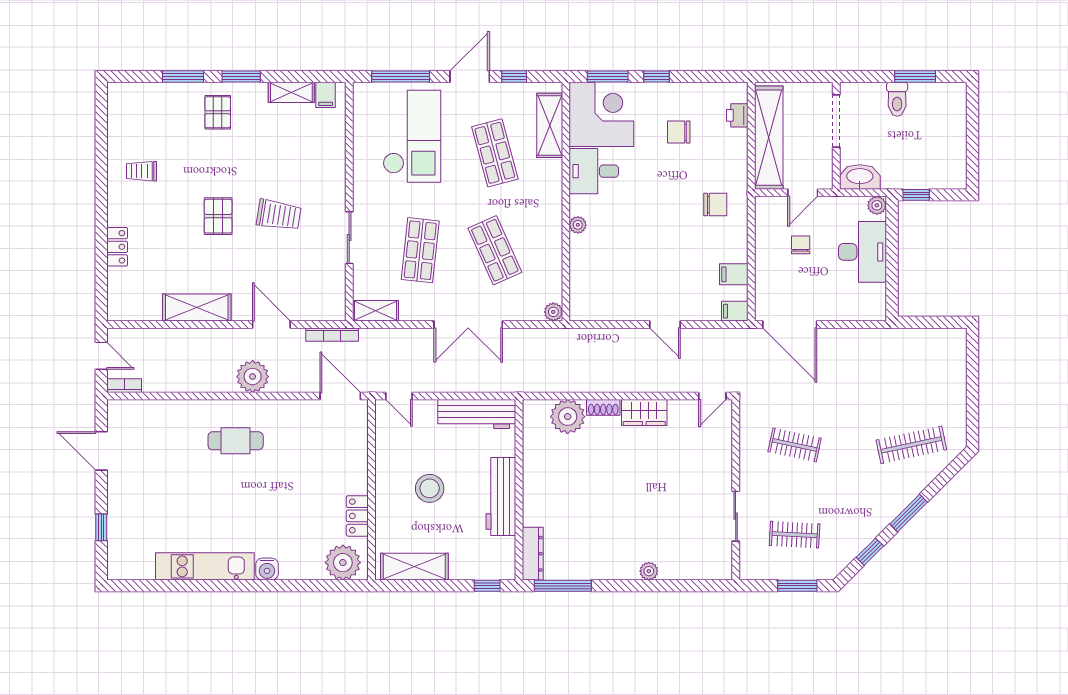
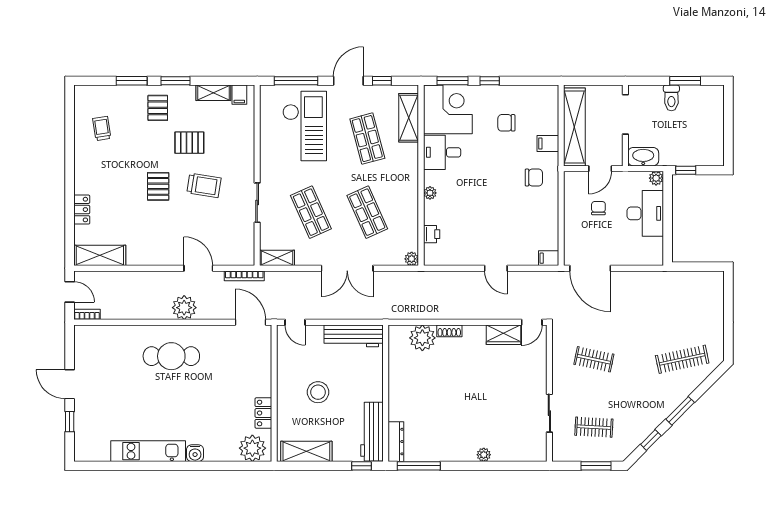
printer: (737, 115) -> (432, 234), moved, turned 180
pallet: (259, 158) -> (189, 143), added
trolley: (141, 171) -> (102, 128), moved, turned 81
shop shelf: (420, 250) -> (311, 212), turned -30
filing cabinet: (734, 274) -> (548, 144), moved
shelving: (197, 307) -> (100, 255), moved
wardrobe: (644, 412) -> (503, 335), moved
cafe table: (236, 441) -> (171, 356), width x1.37, depth x1.35
door: (101, 451) -> (70, 384), moved
workbench: (501, 497) -> (372, 432), moved

